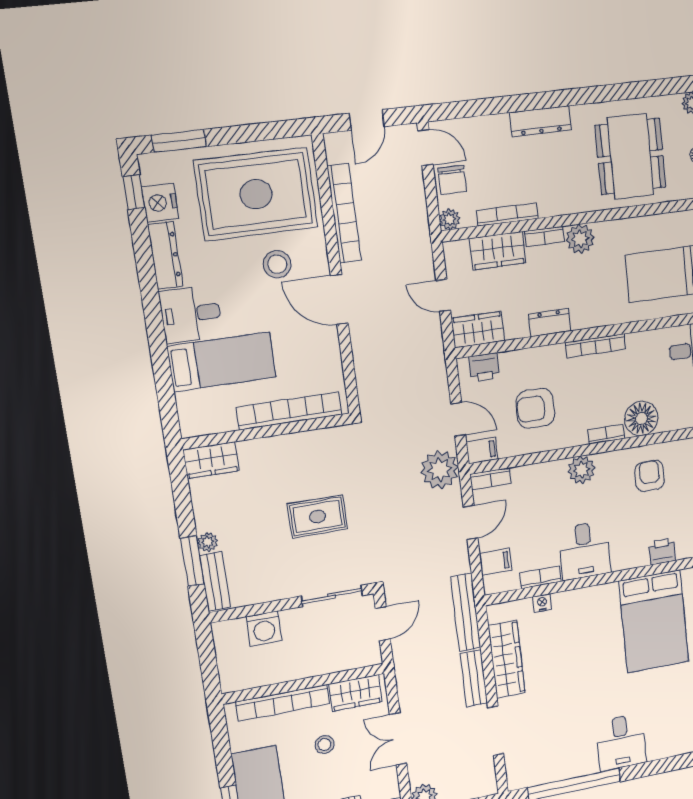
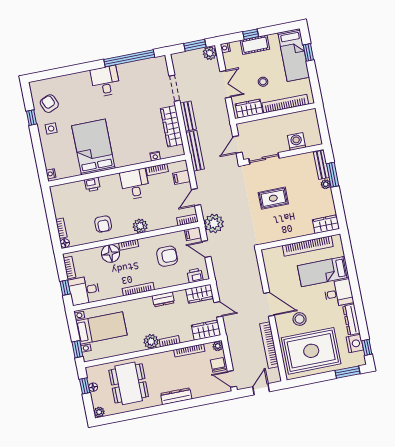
wardrobe: (498, 251) -> (206, 330), moved
bookcase: (289, 411) -> (308, 246), moved

